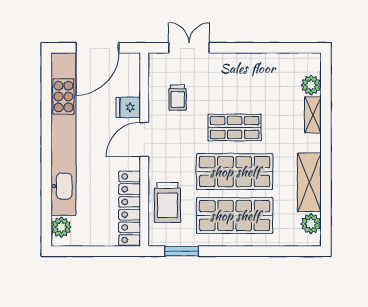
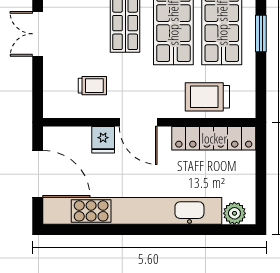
double door: (189, 48) -> (38, 34), moved
trolley: (167, 202) -> (207, 97), turned 180
window: (182, 251) -> (261, 33), moved

